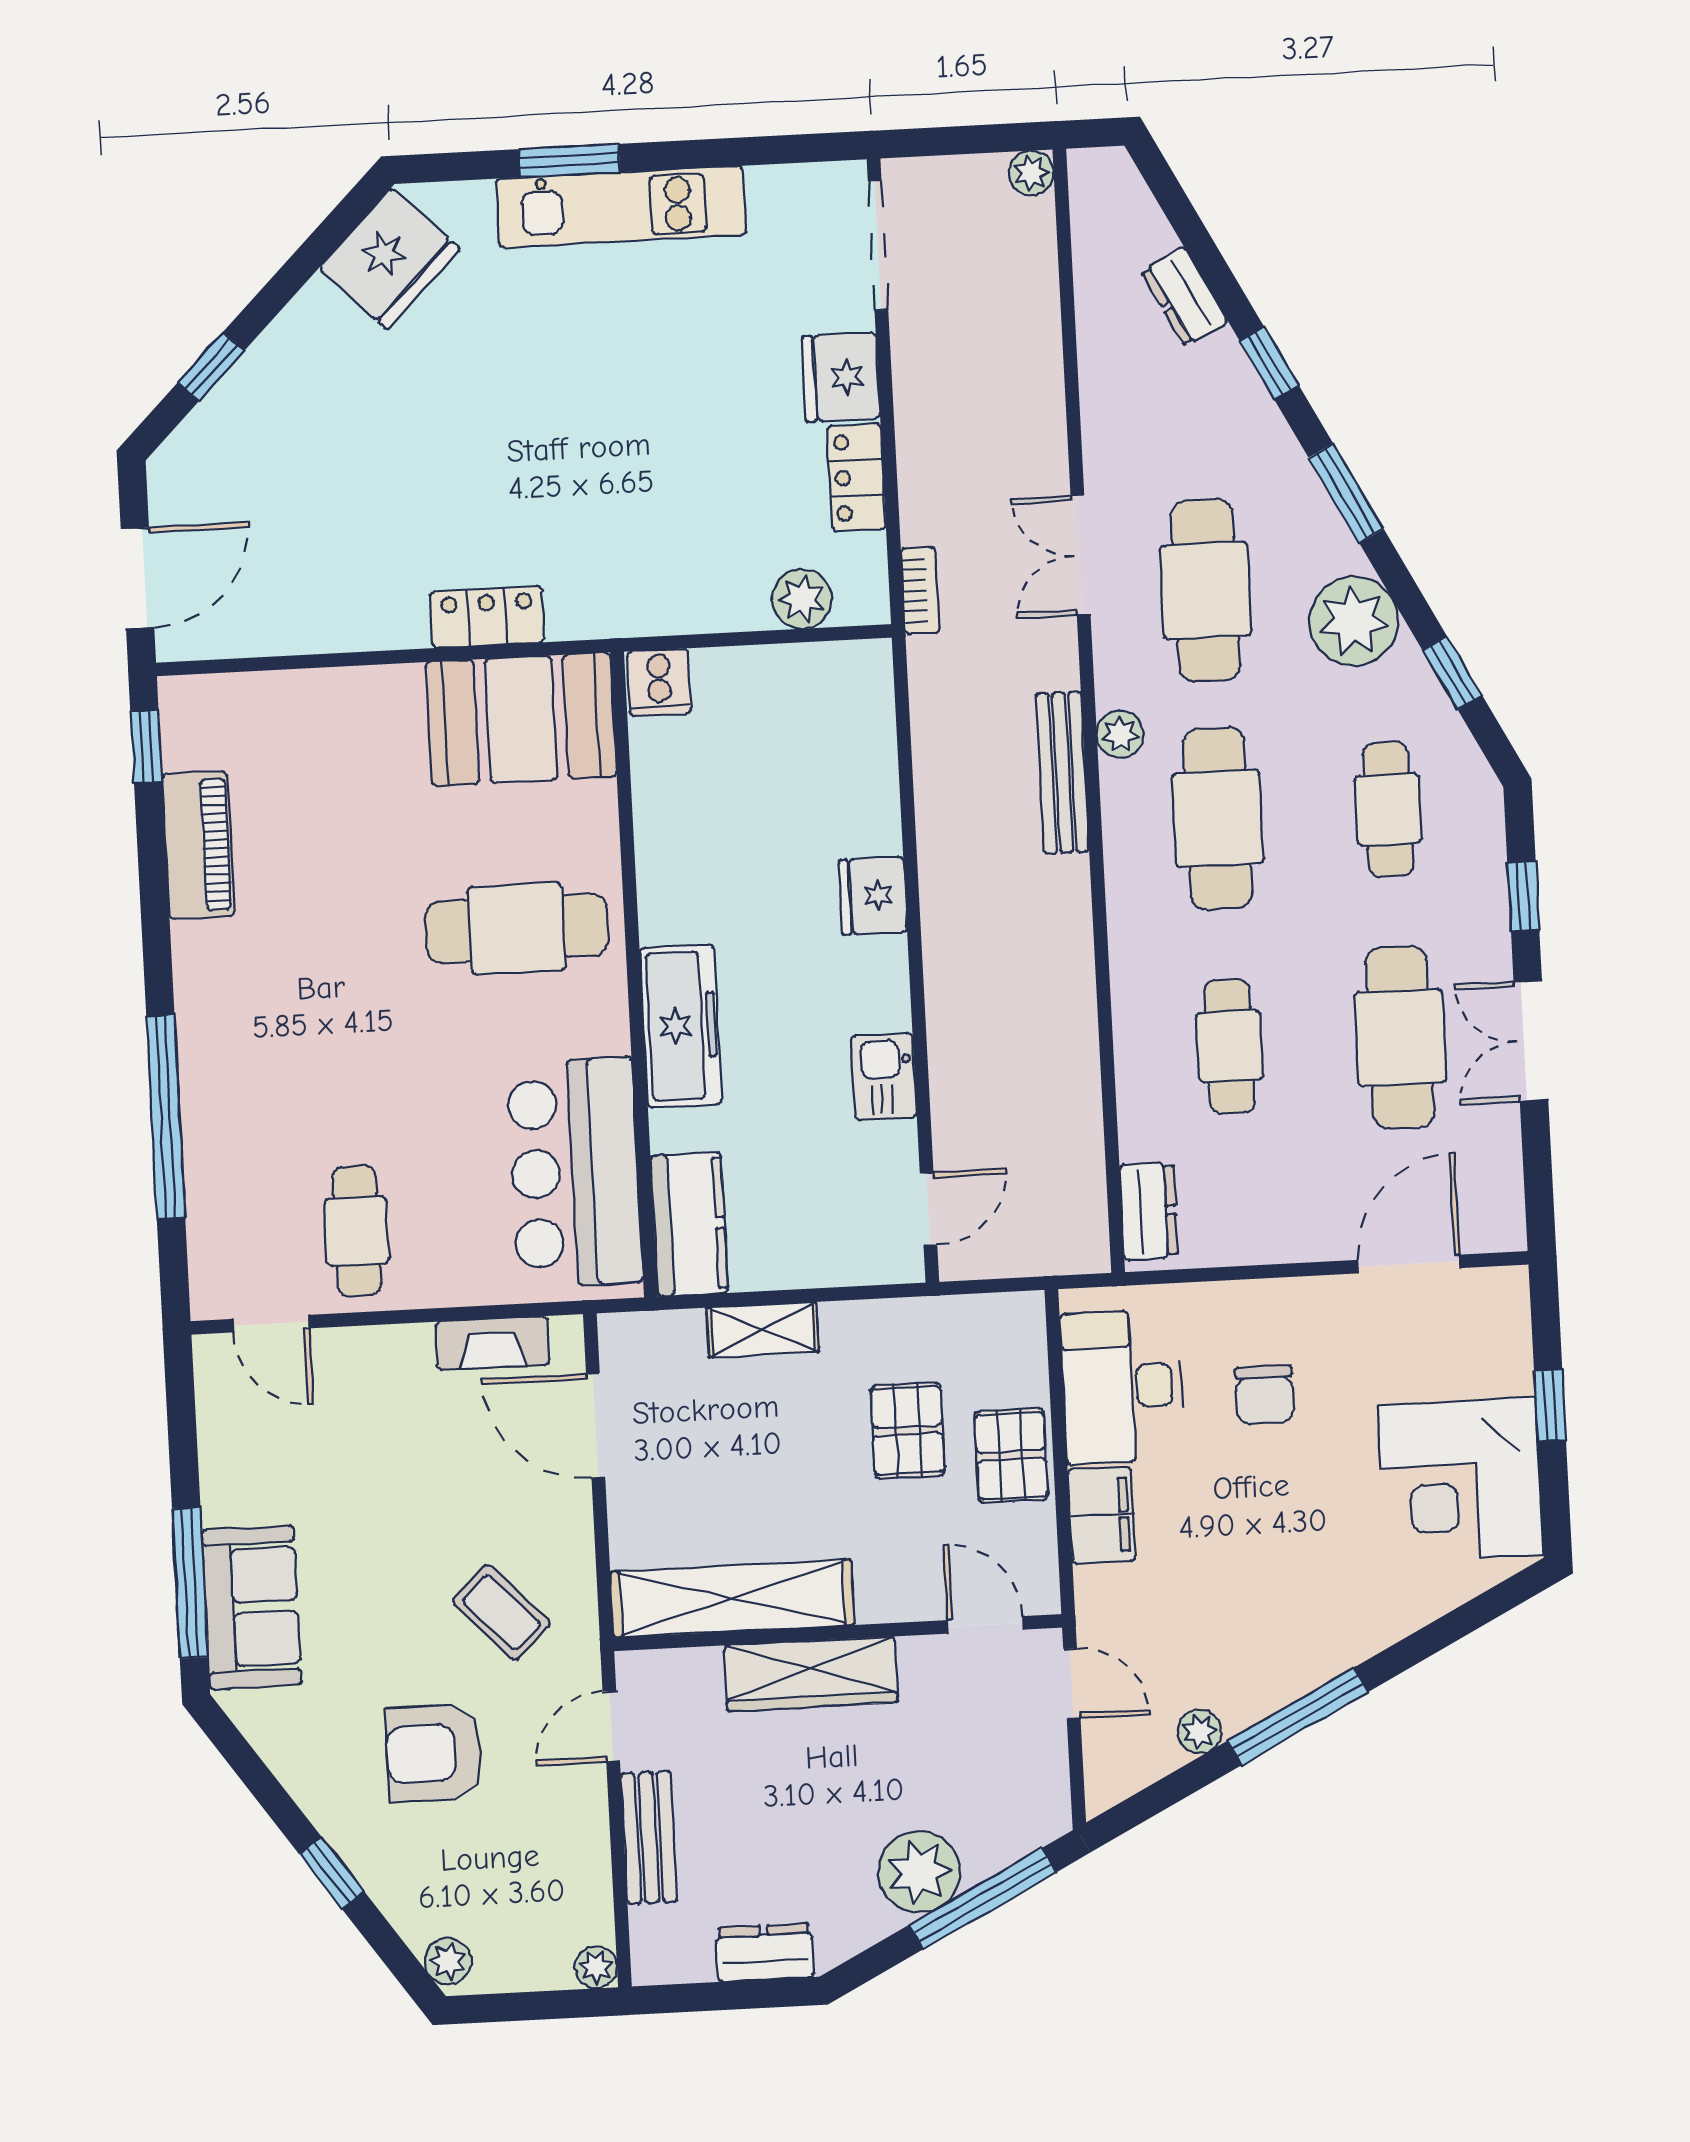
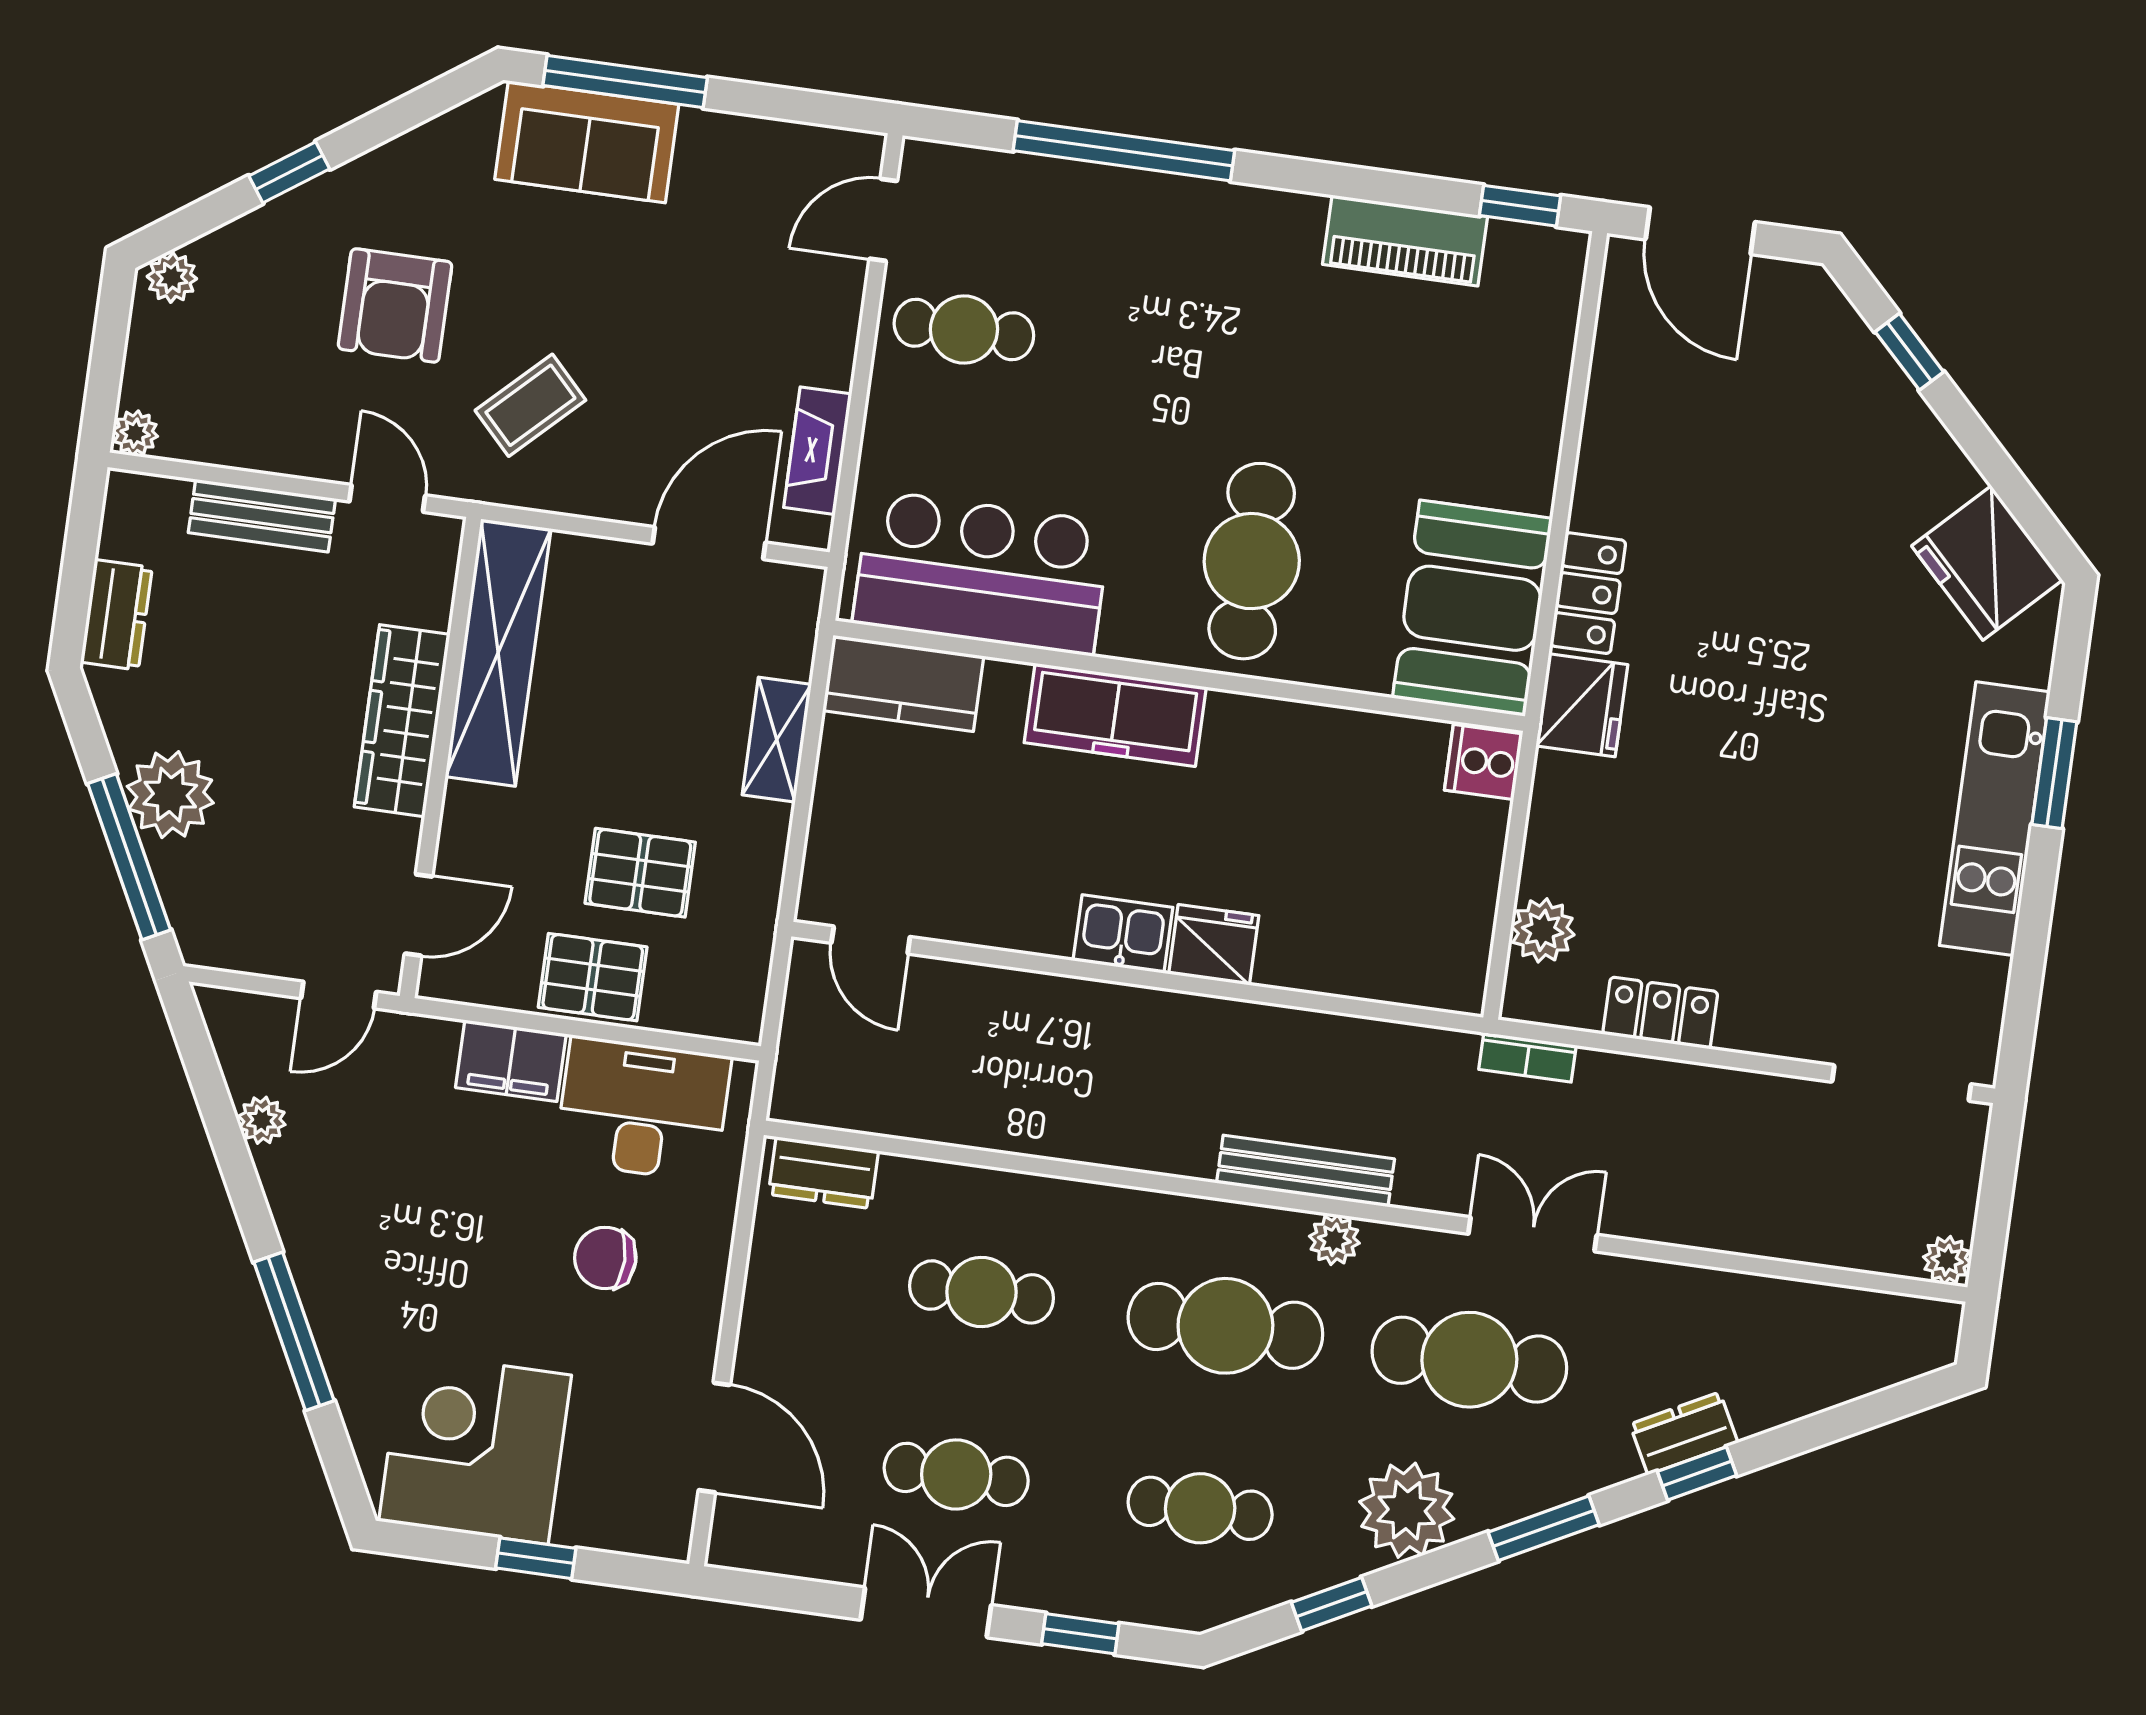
dresser: (1184, 296) -> (1684, 1433), moved
fridge: (841, 377) -> (1582, 705), moved, turned 90
cafe table: (1400, 1037) -> (956, 1474), width x0.73, depth x0.74
kitchen sink: (884, 1077) -> (1123, 934), moved
window: (1298, 1716) -> (294, 1331), moved
armchair: (434, 1753) -> (395, 305), turned 180

